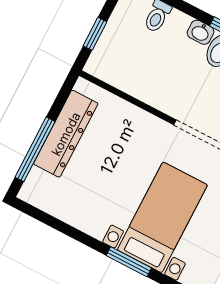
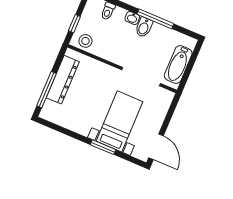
stool: (113, 67) -> (85, 41), added

